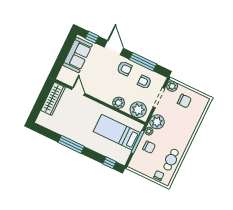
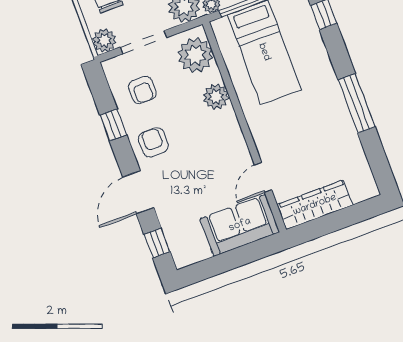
sofa: (77, 55) -> (240, 225), moved
window: (143, 62) -> (113, 125), width x0.46

